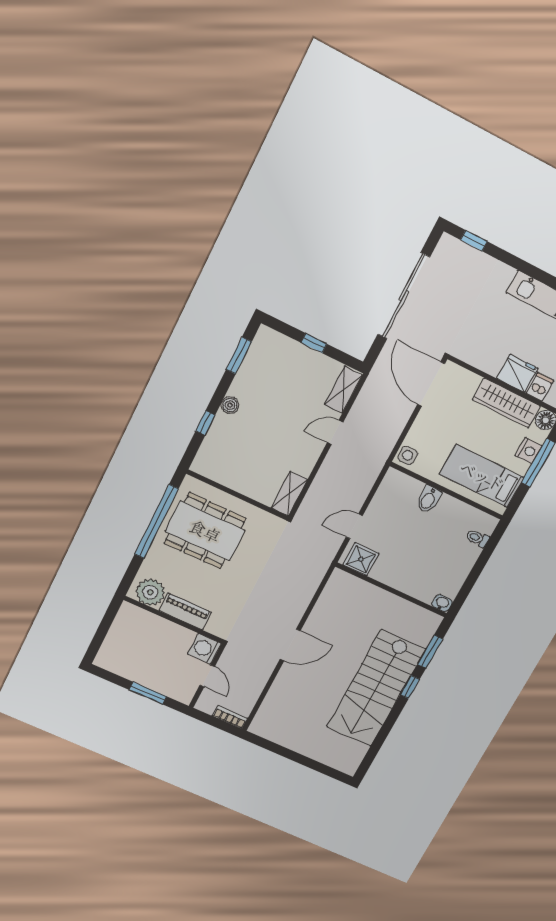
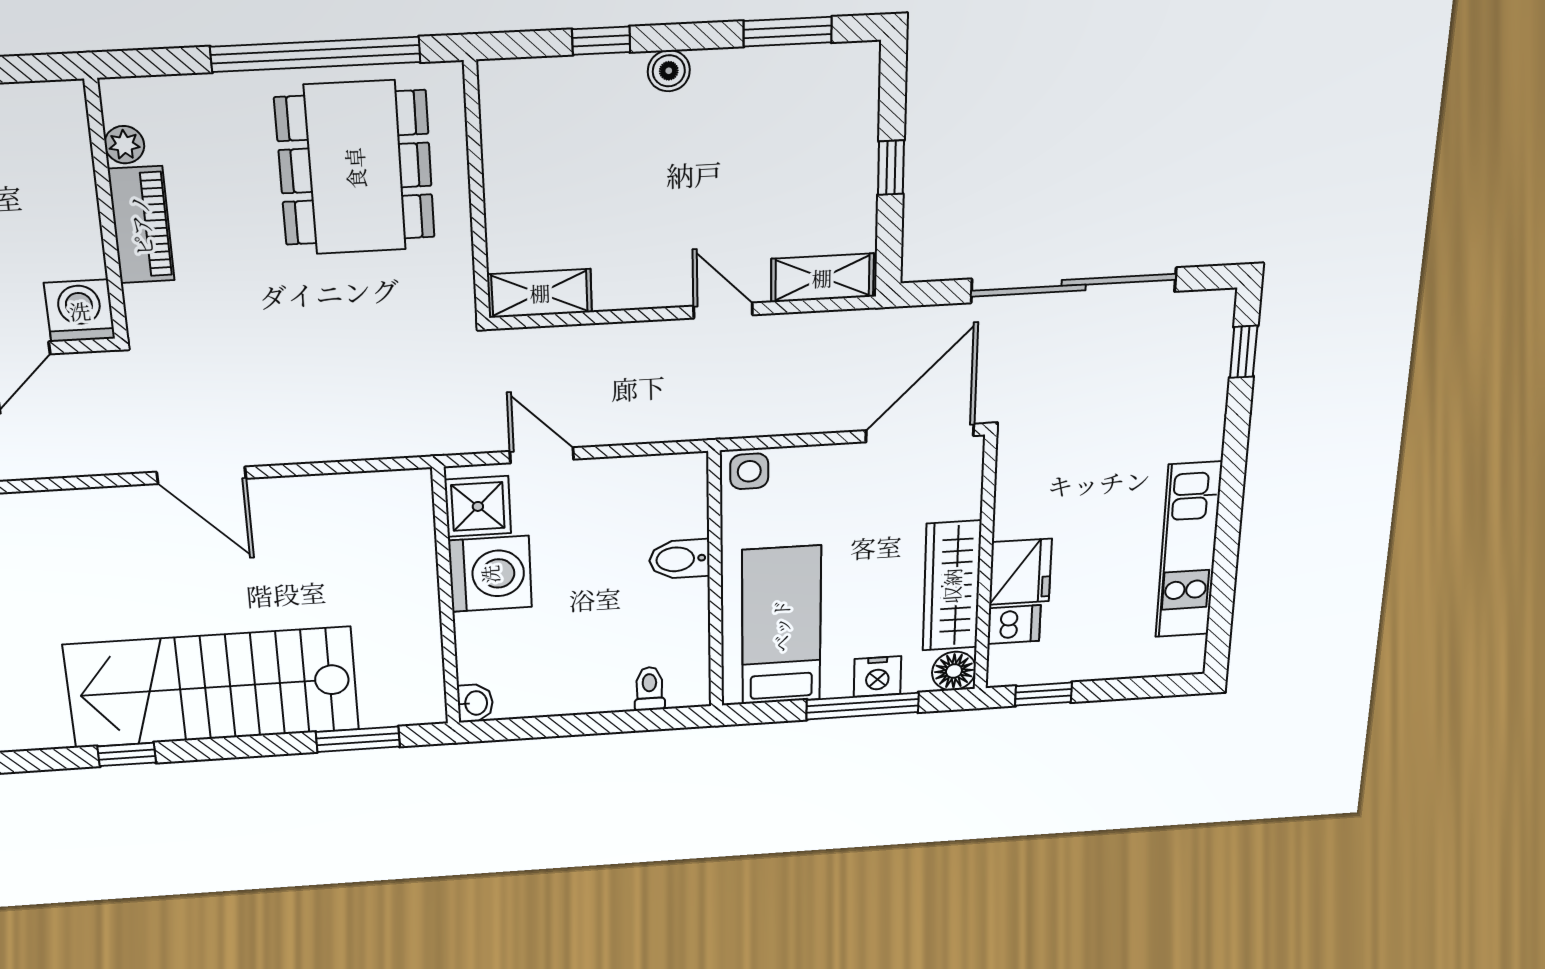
washing machine: (391, 569) -> (490, 574), added
plant: (150, 592) -> (124, 145), width x0.53, depth x0.53
window: (410, 687) -> (127, 754), moved

